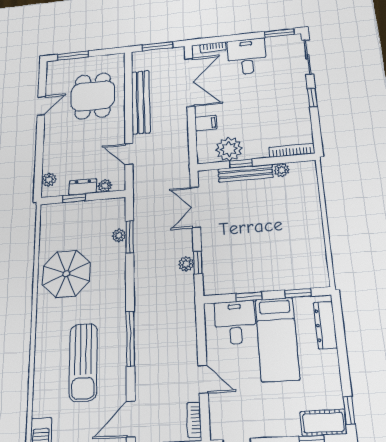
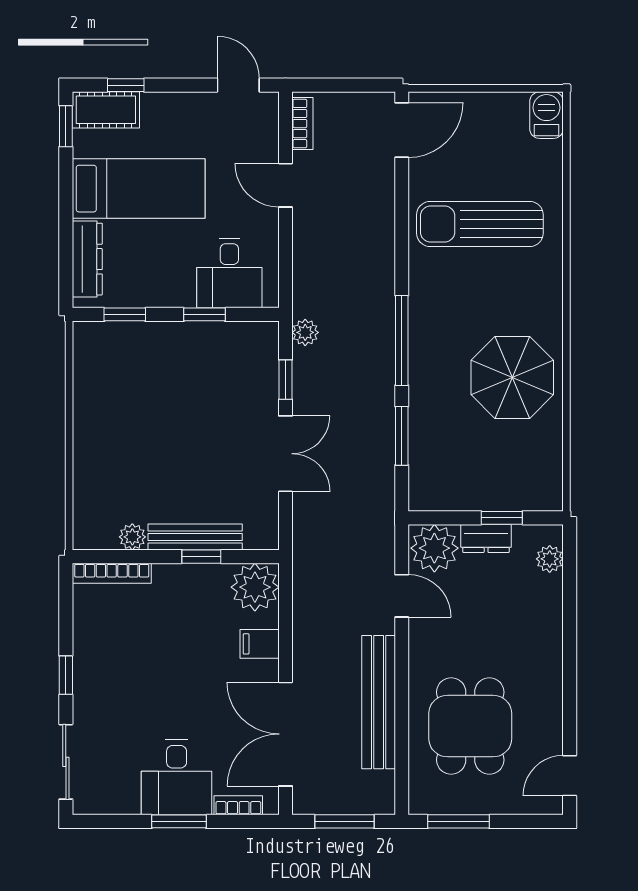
window: (279, 33) -> (179, 821), moved
window: (73, 56) -> (458, 821), moved
door: (41, 106) -> (570, 776), moved
plant: (229, 149) -> (255, 587), moved
plant: (105, 186) -> (434, 548), width x1.88, depth x1.88
double door: (195, 207) -> (285, 454), moved
plant: (119, 236) -> (420, 440), removed
plant: (186, 264) -> (305, 332), moved
window: (130, 338) -> (402, 340), moved
bed: (277, 339) -> (139, 189), moved, turned 90
sun lounger: (83, 362) -> (480, 224), turned -90

